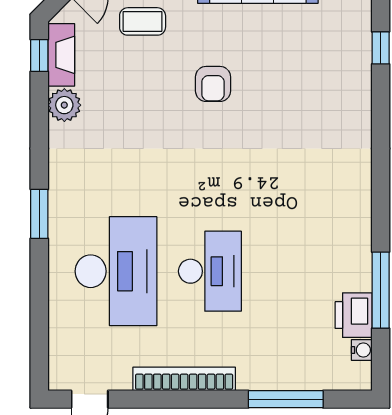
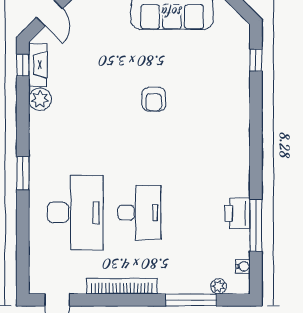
coffee table: (143, 21) -> (93, 42), removed
armchair: (213, 84) -> (154, 99), moved
printer: (354, 315) -> (237, 213), moved
plant: (326, 379) -> (219, 286), added

